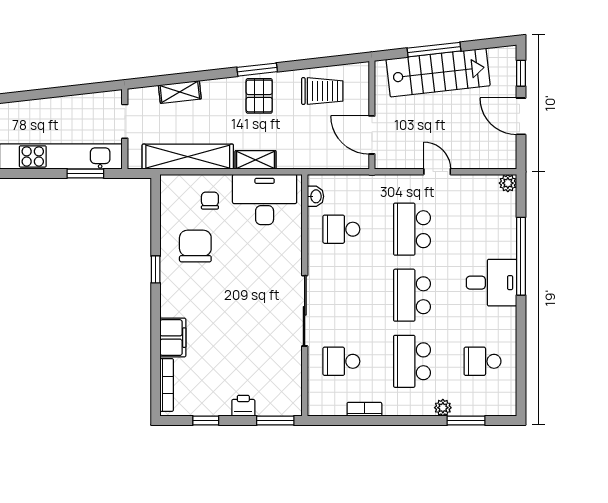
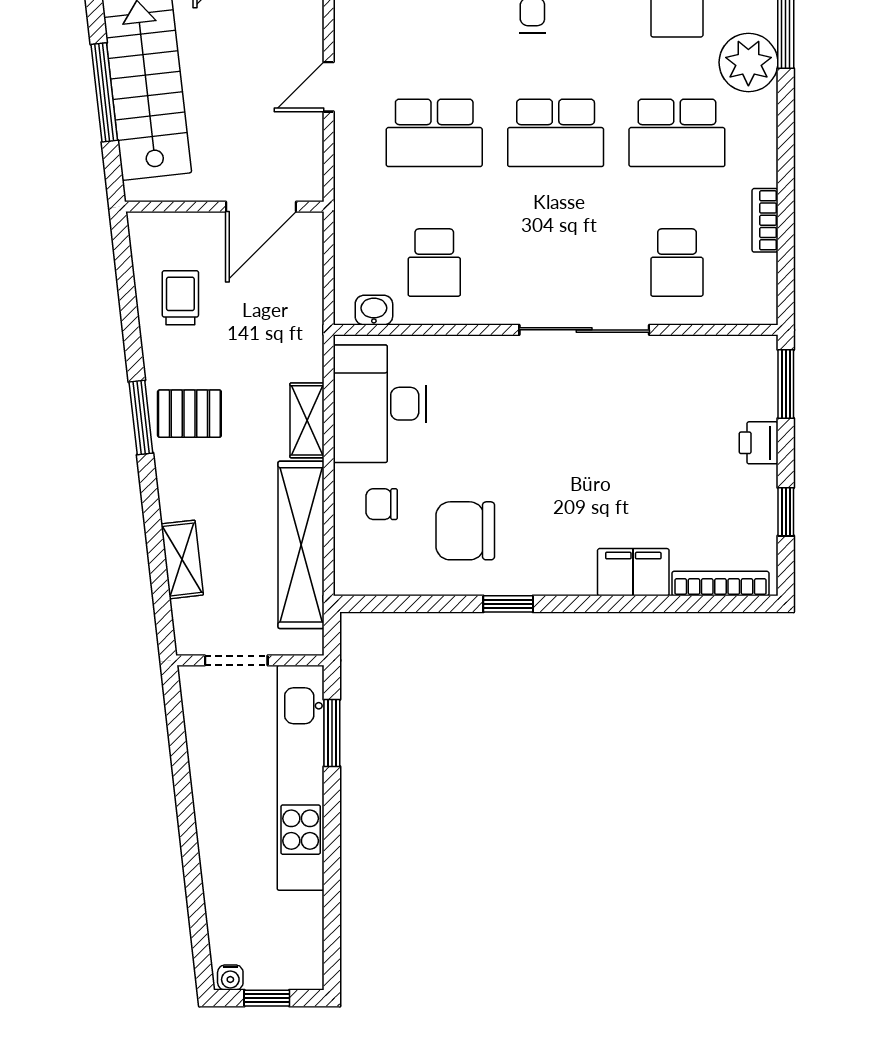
trolley: (322, 91) -> (180, 298), width x0.73, depth x0.72
plant: (443, 408) -> (748, 62), width x1.88, depth x1.88

